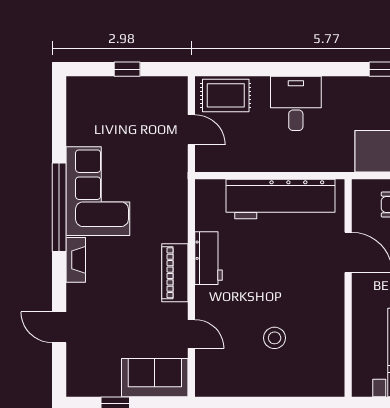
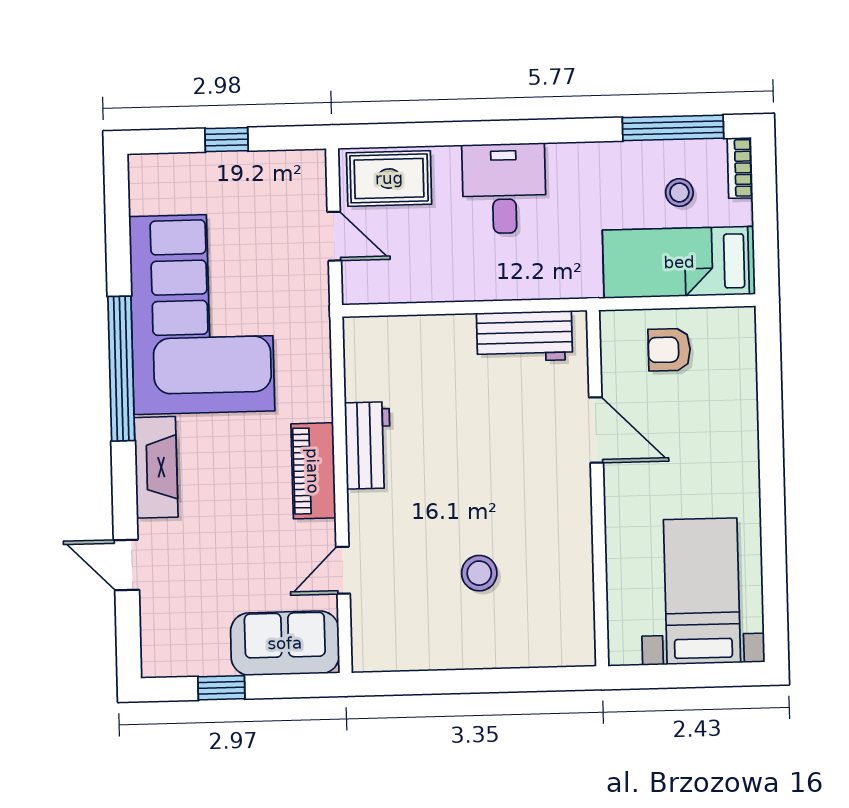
corner sofa: (98, 191) -> (202, 314), width x1.36, depth x1.36
workbench: (281, 199) -> (524, 336), width x0.53, depth x0.76
fireplace: (76, 260) -> (156, 467), width x1.37, depth x1.32
door: (191, 334) -> (343, 570), swing flipped

